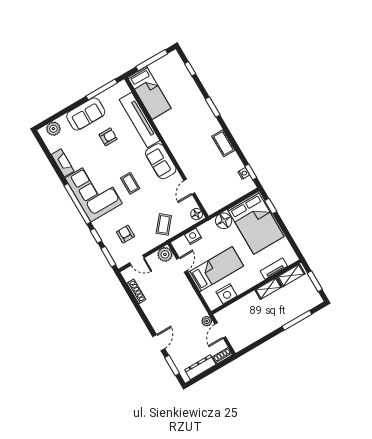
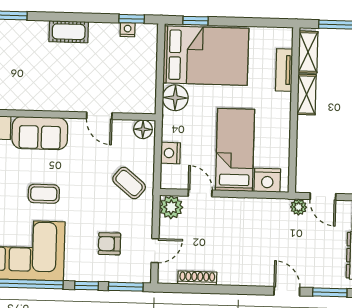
nightstand: (226, 294) -> (267, 180), moved, turned 90

